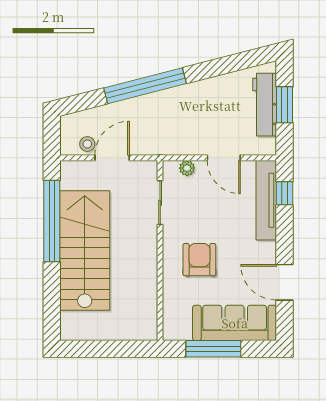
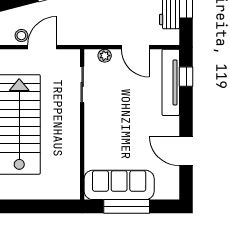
armchair: (199, 260) -> (115, 132), removed
sofa: (235, 323) -> (119, 185), moved

